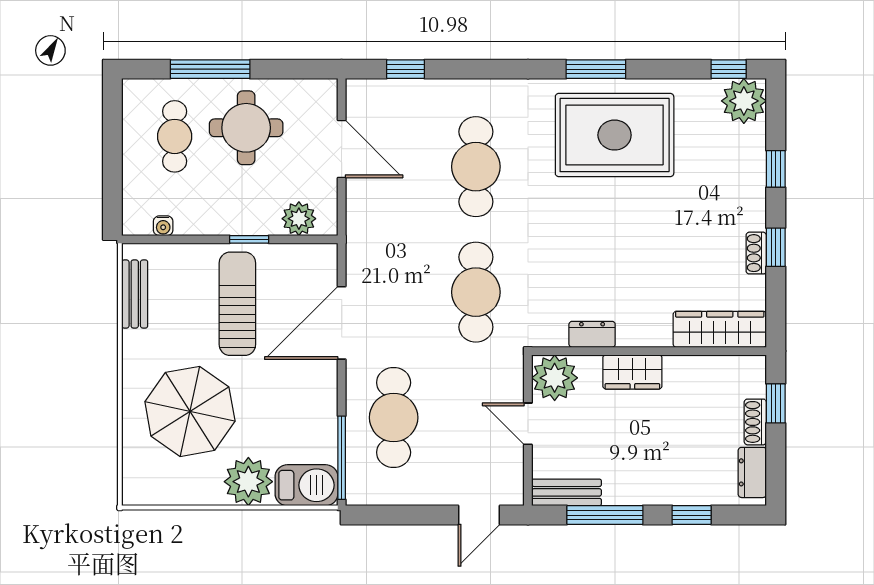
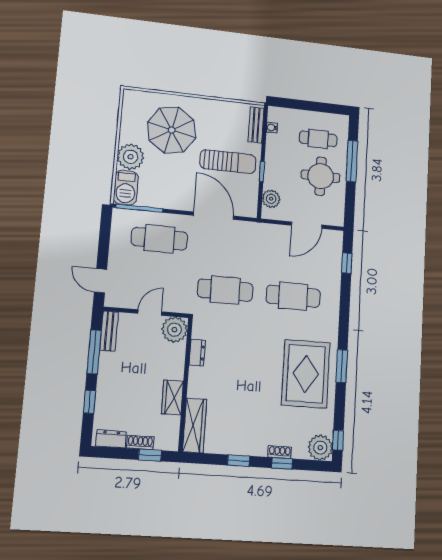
shoe rack: (756, 253) -> (280, 452), moved
bench: (135, 294) -> (256, 125), moved, turned 90
wardrobe: (632, 372) -> (173, 397), moved

